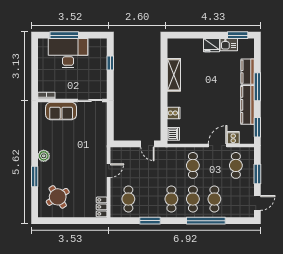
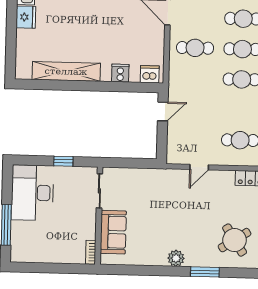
desk: (68, 53) -> (32, 193), moved
window: (110, 63) -> (63, 161), moved
shelving: (174, 75) -> (66, 71), width x1.47
door: (109, 171) -> (199, 167), swing flipped

